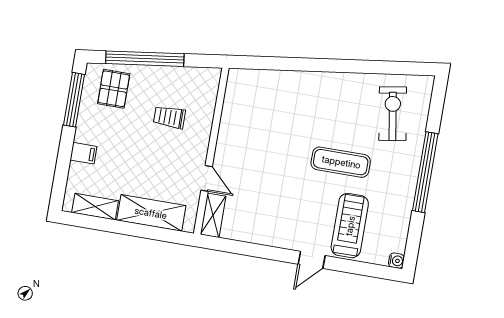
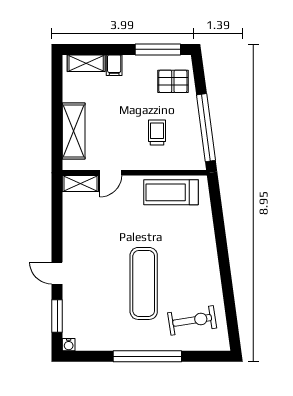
window: (145, 59) -> (206, 128), moved
exercise mat: (341, 162) -> (144, 283), width x1.36, depth x1.45
shelving: (95, 207) -> (86, 63), moved, turned 90
treadmill: (350, 226) -> (171, 192), moved, turned 180
window: (361, 268) -> (57, 316), added

